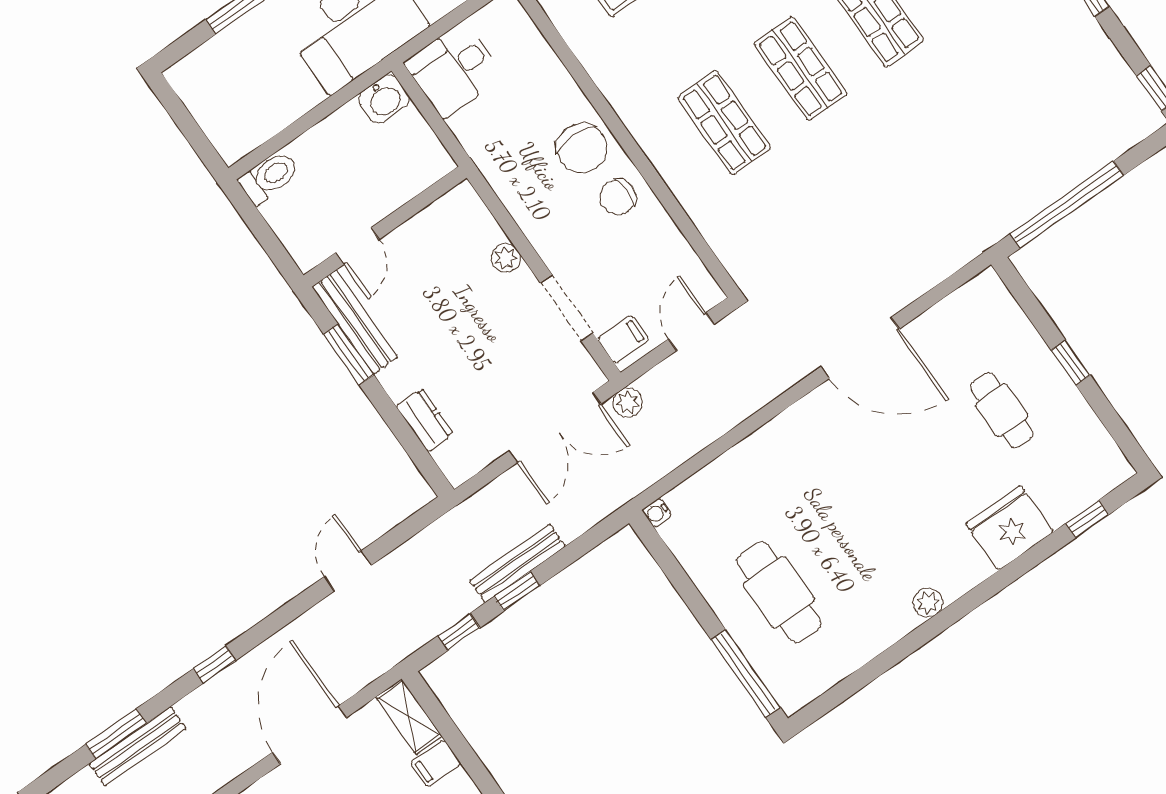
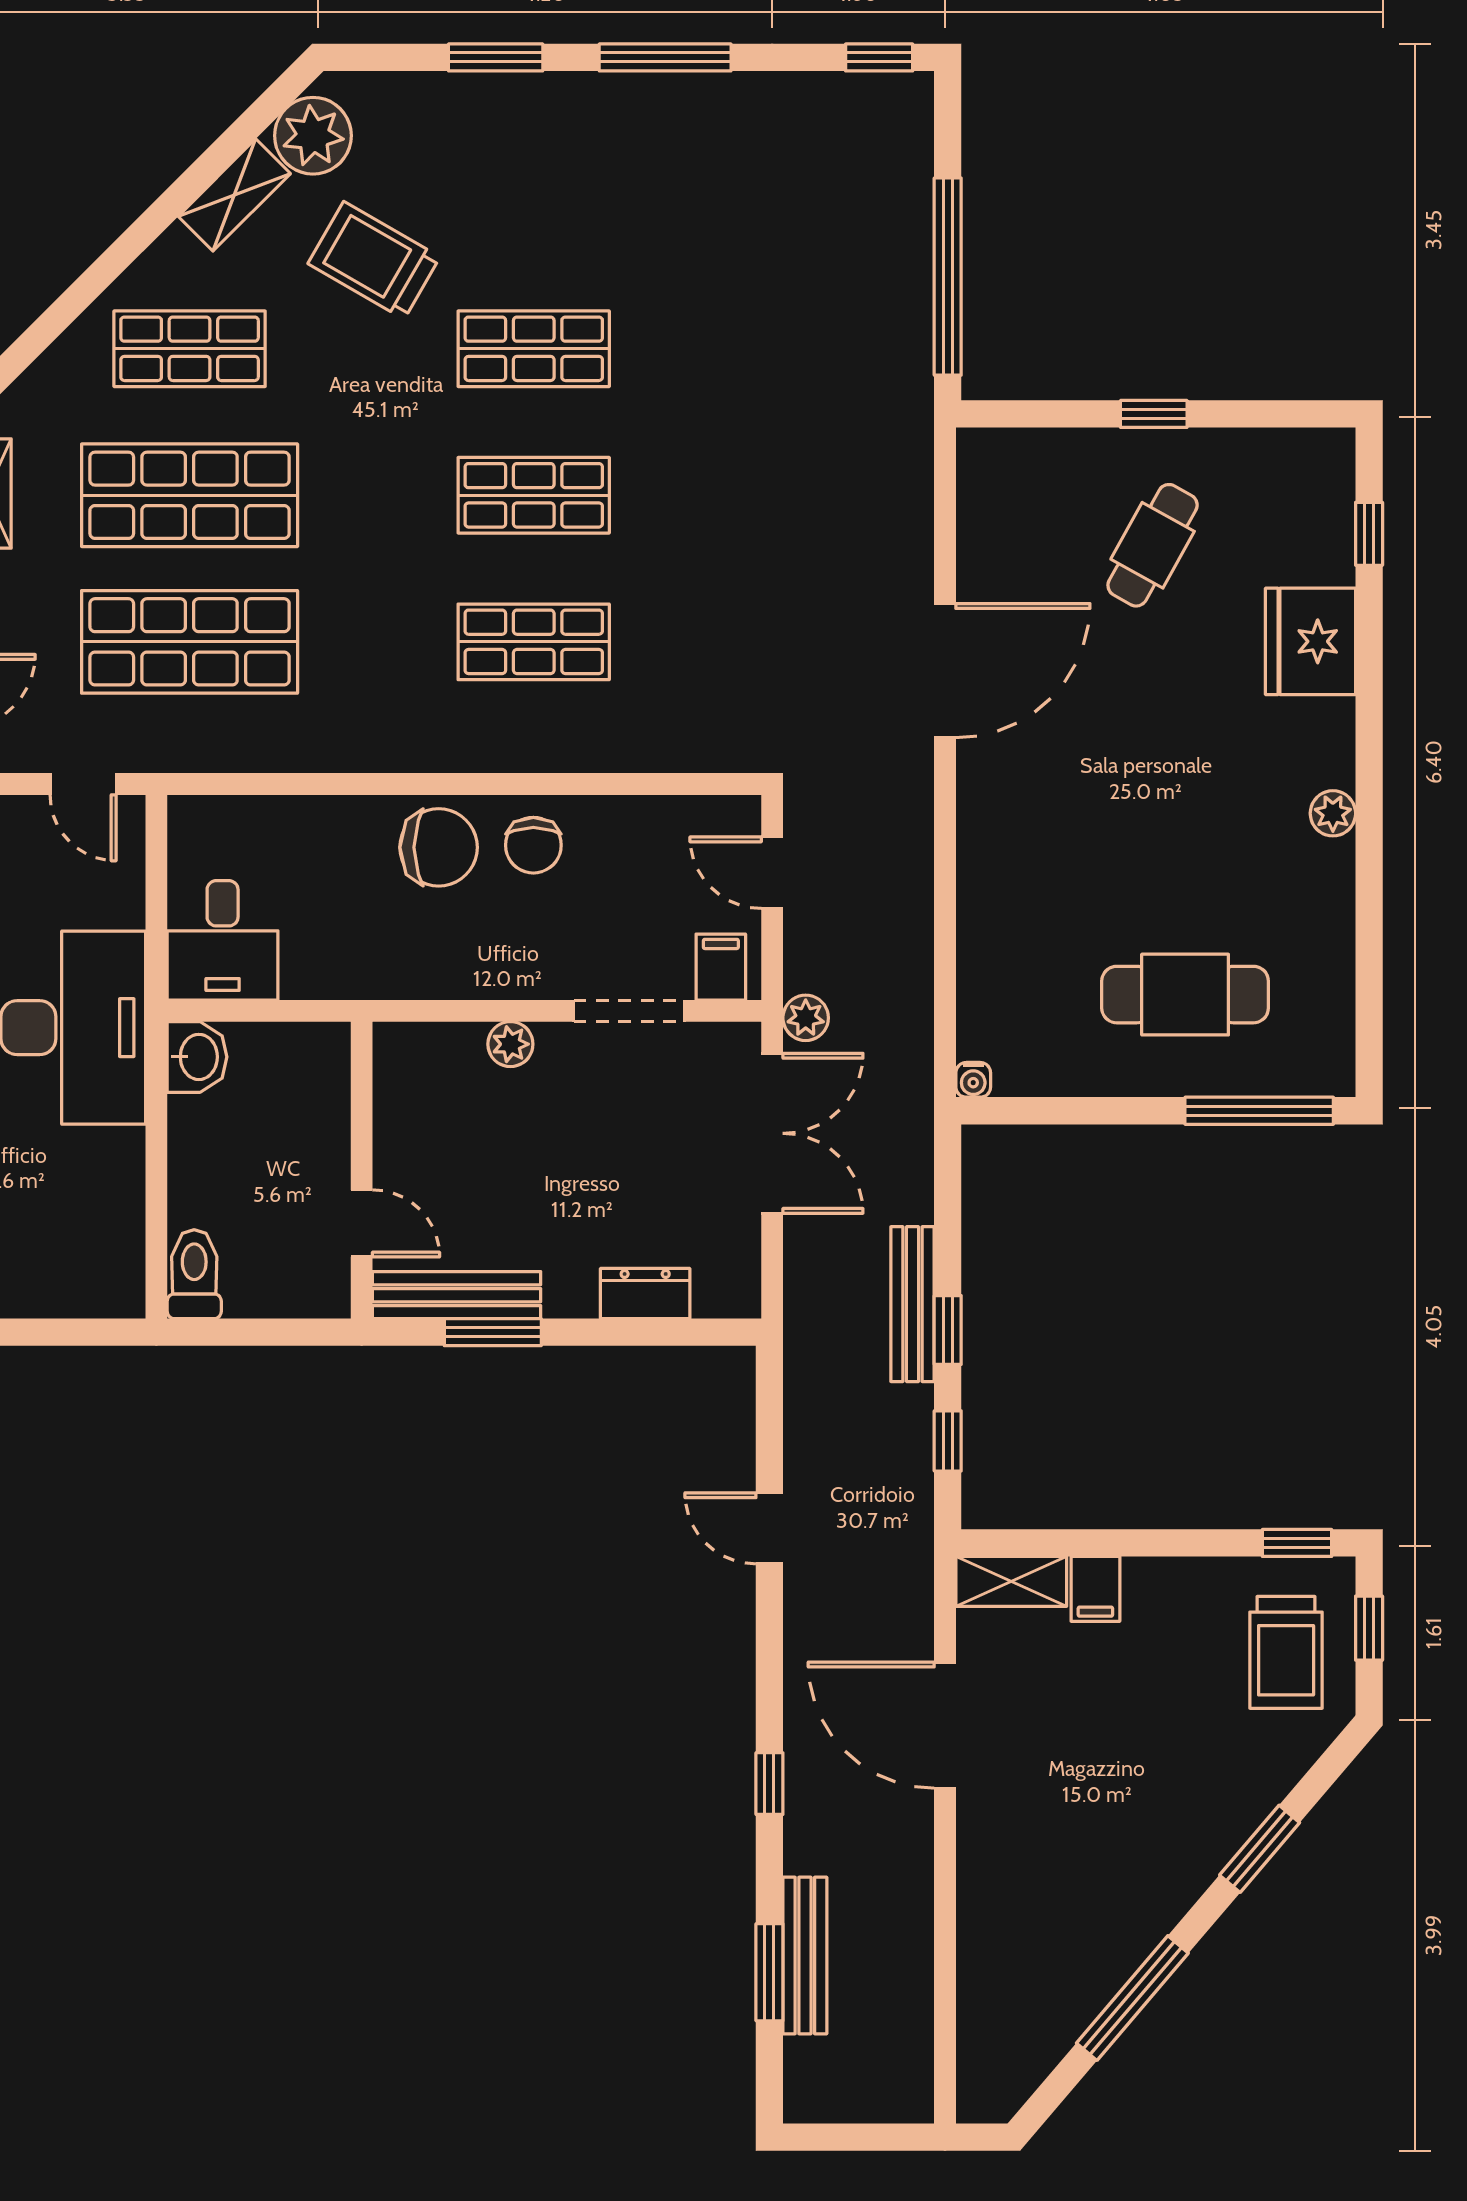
cafe table: (1002, 410) -> (1153, 545), turned -61

